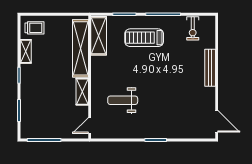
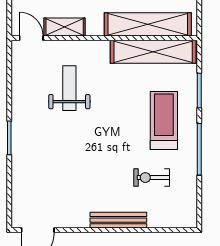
exercise bike: (193, 28) -> (152, 178), moved
shelving: (99, 36) -> (153, 52), width x1.47
shelving: (82, 92) -> (65, 27), moved

